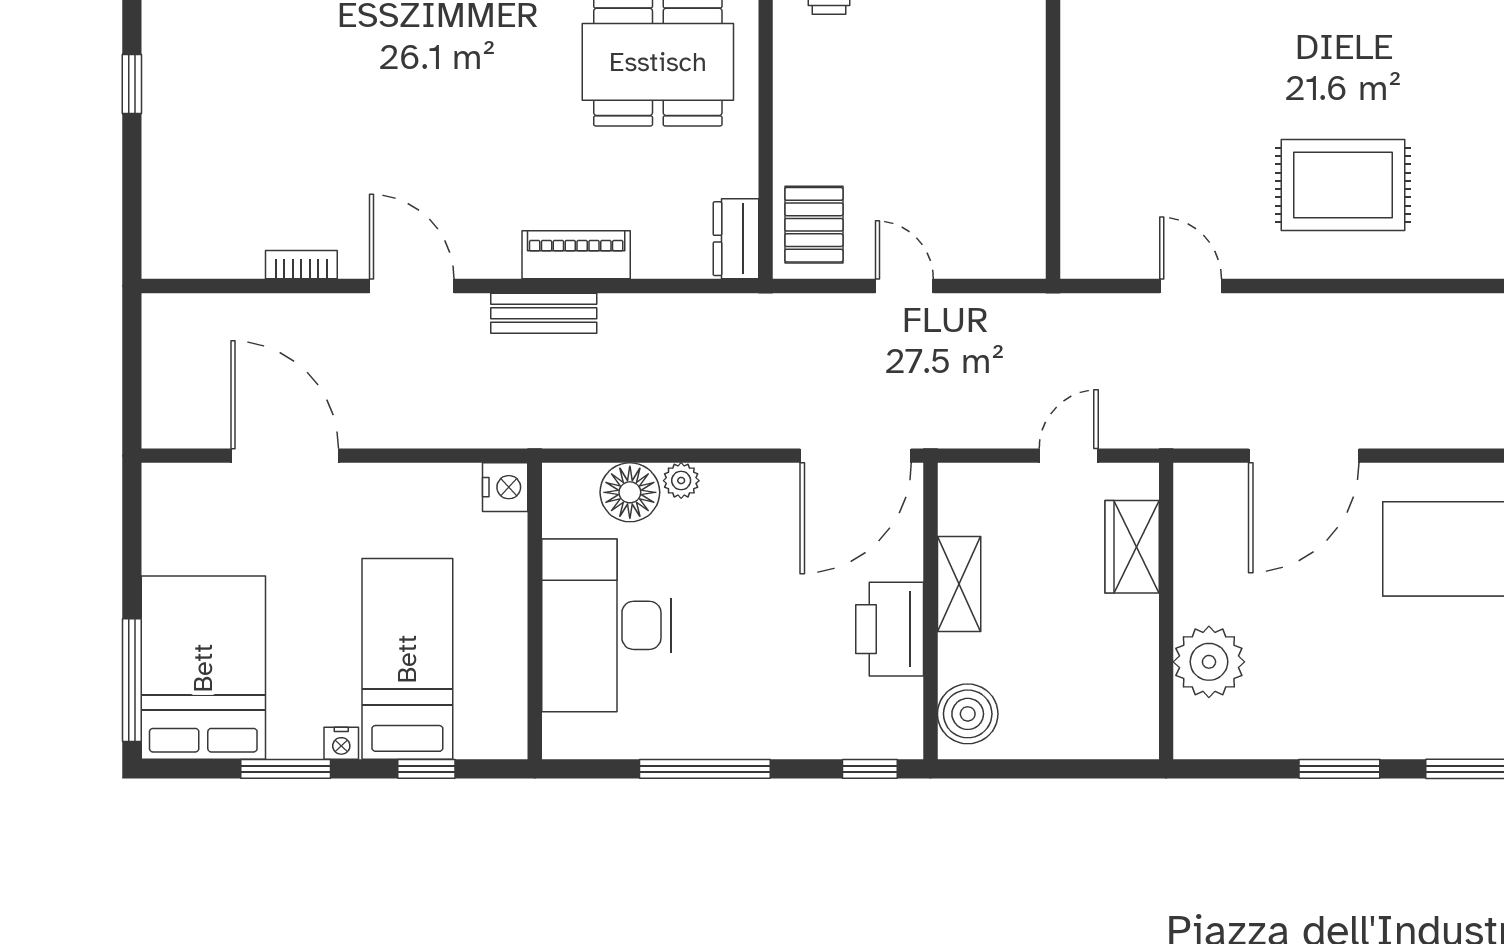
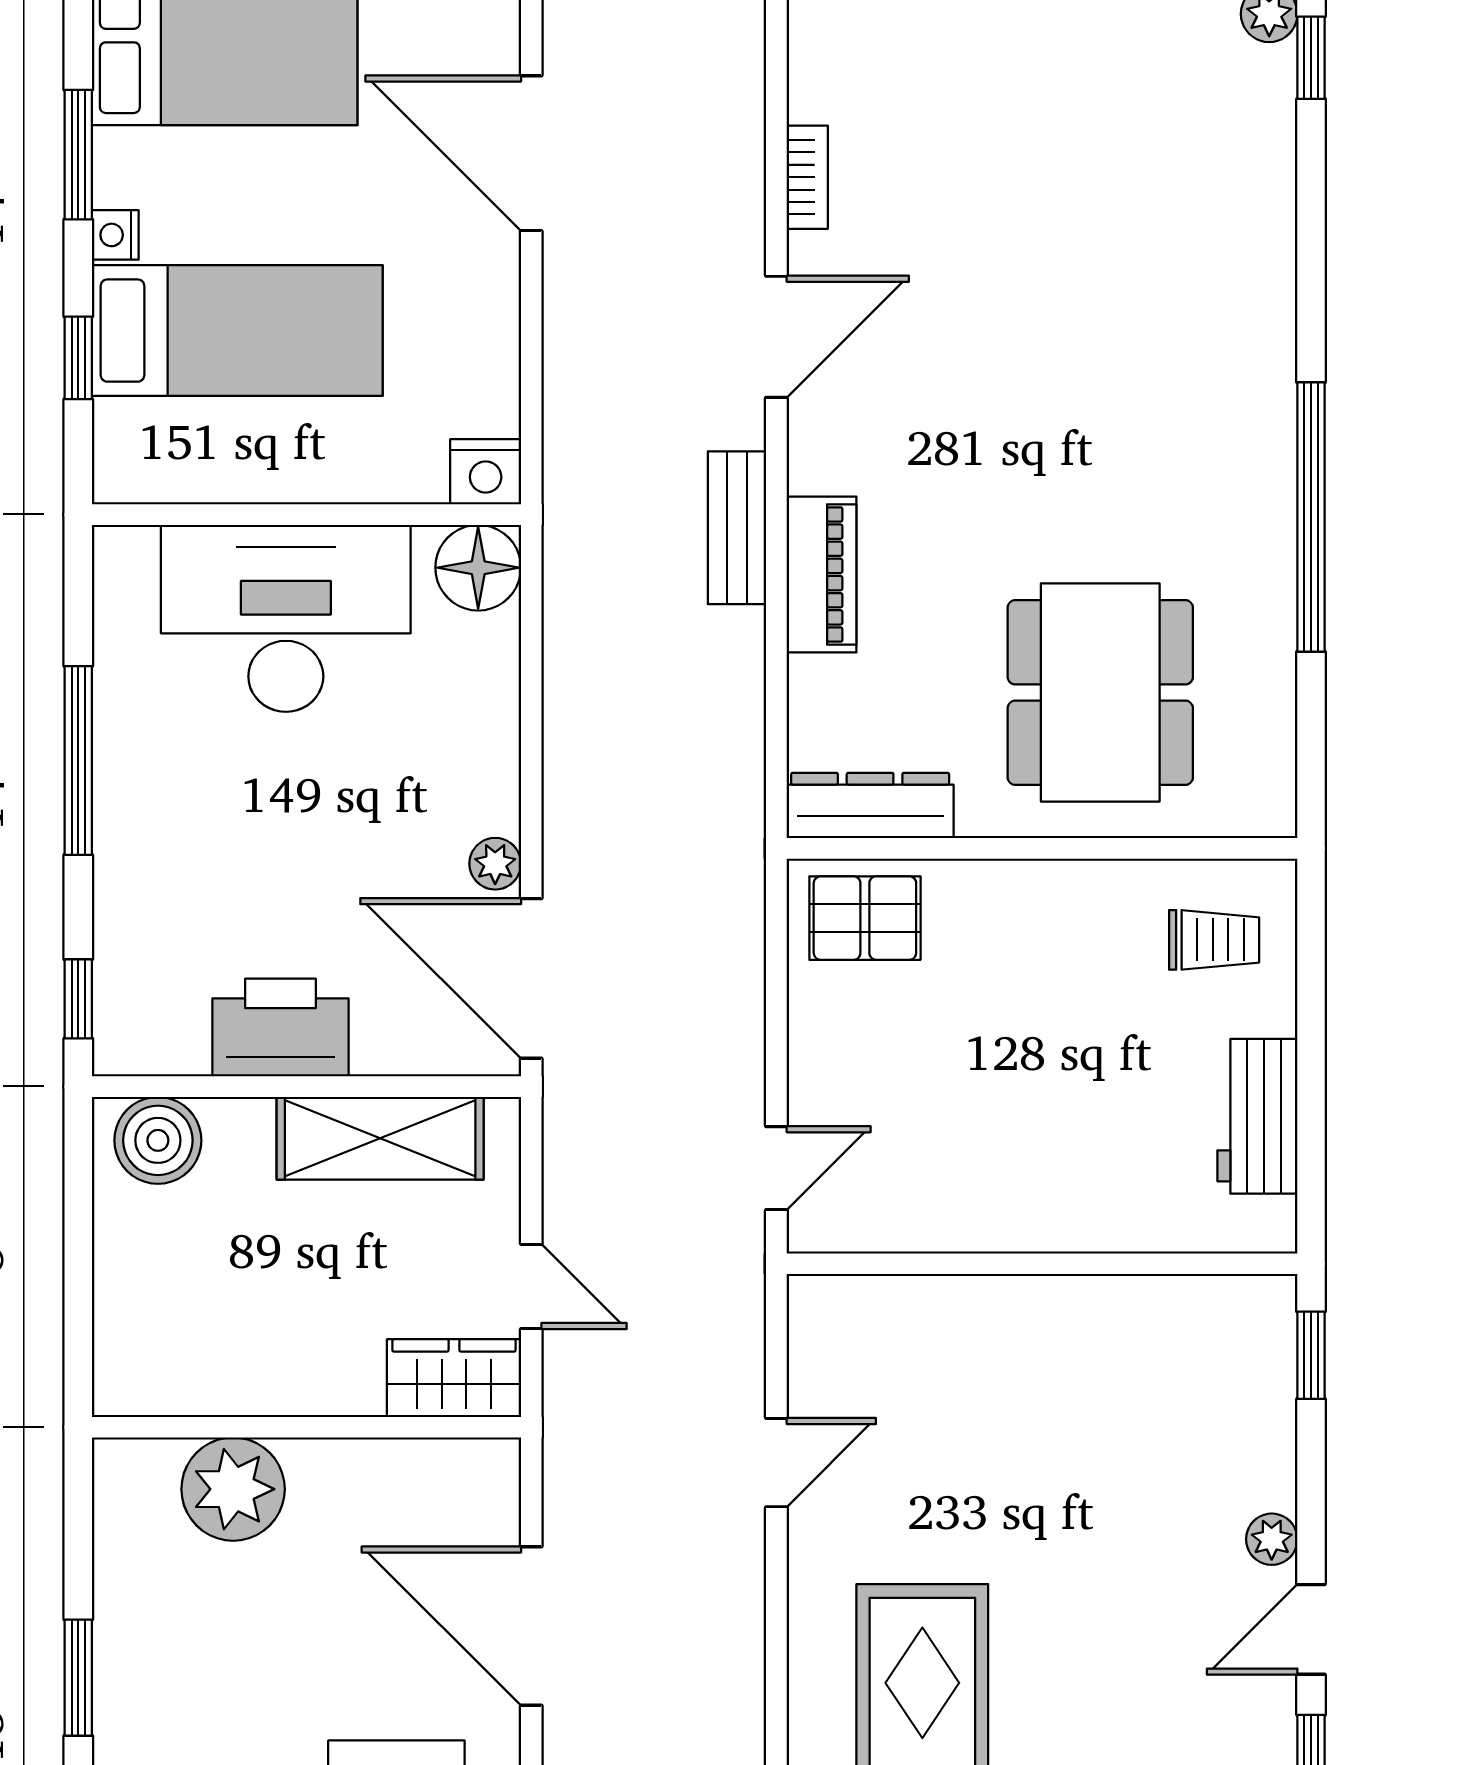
dresser: (736, 239) -> (870, 805), width x1.44
door: (904, 286) -> (776, 1168), moved
door: (285, 456) -> (531, 153), swing flipped
plant: (681, 481) -> (495, 864), moved
floor lamp: (630, 492) -> (478, 568), moved
wardrobe: (1132, 547) -> (454, 1378), moved
shelving: (959, 584) -> (380, 1138), width x1.50, depth x1.33

